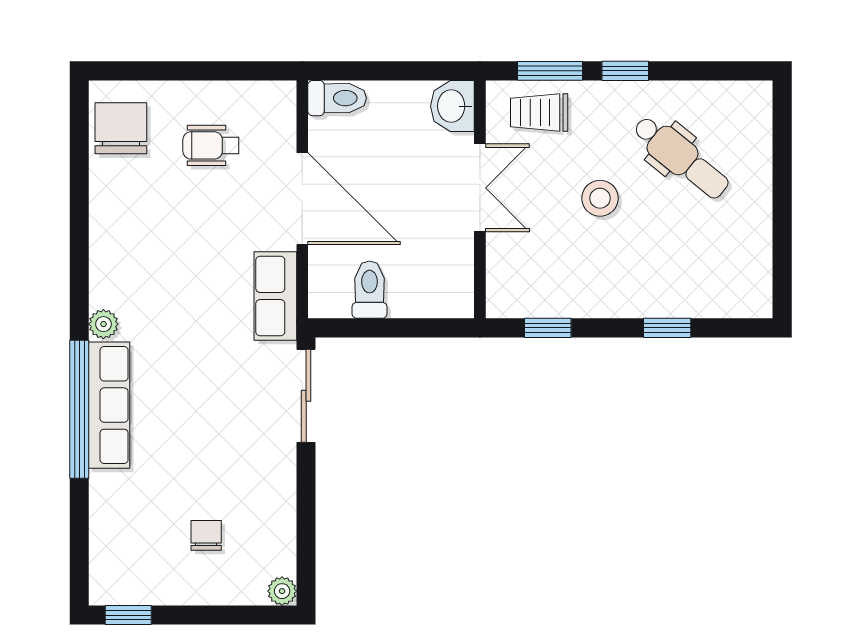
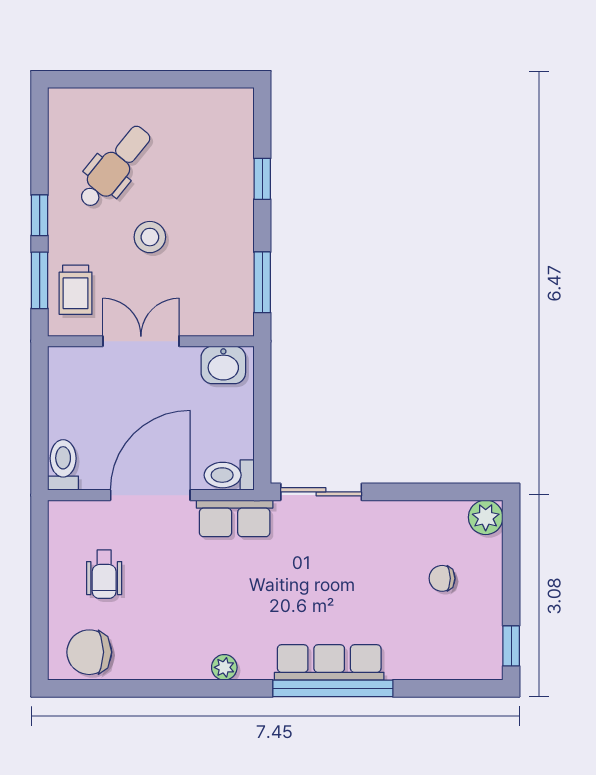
washbasin: (452, 106) -> (223, 365), moved
toilet: (370, 290) -> (229, 475), moved
plant: (103, 324) -> (224, 667), moved
window: (548, 328) -> (262, 282), width x1.50
plant: (282, 591) -> (486, 517), width x1.38, depth x1.38

